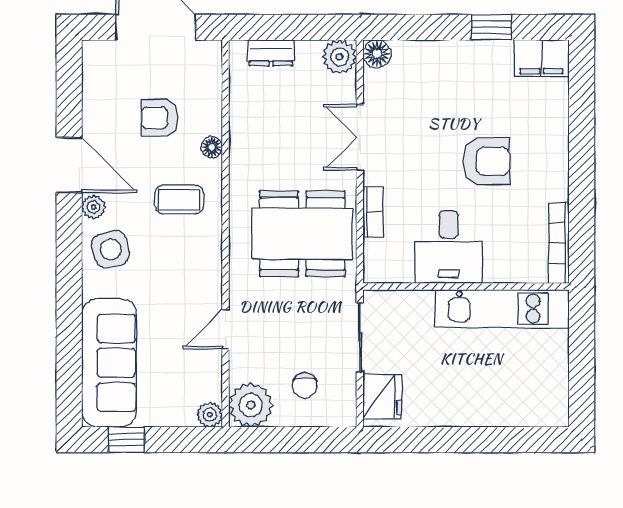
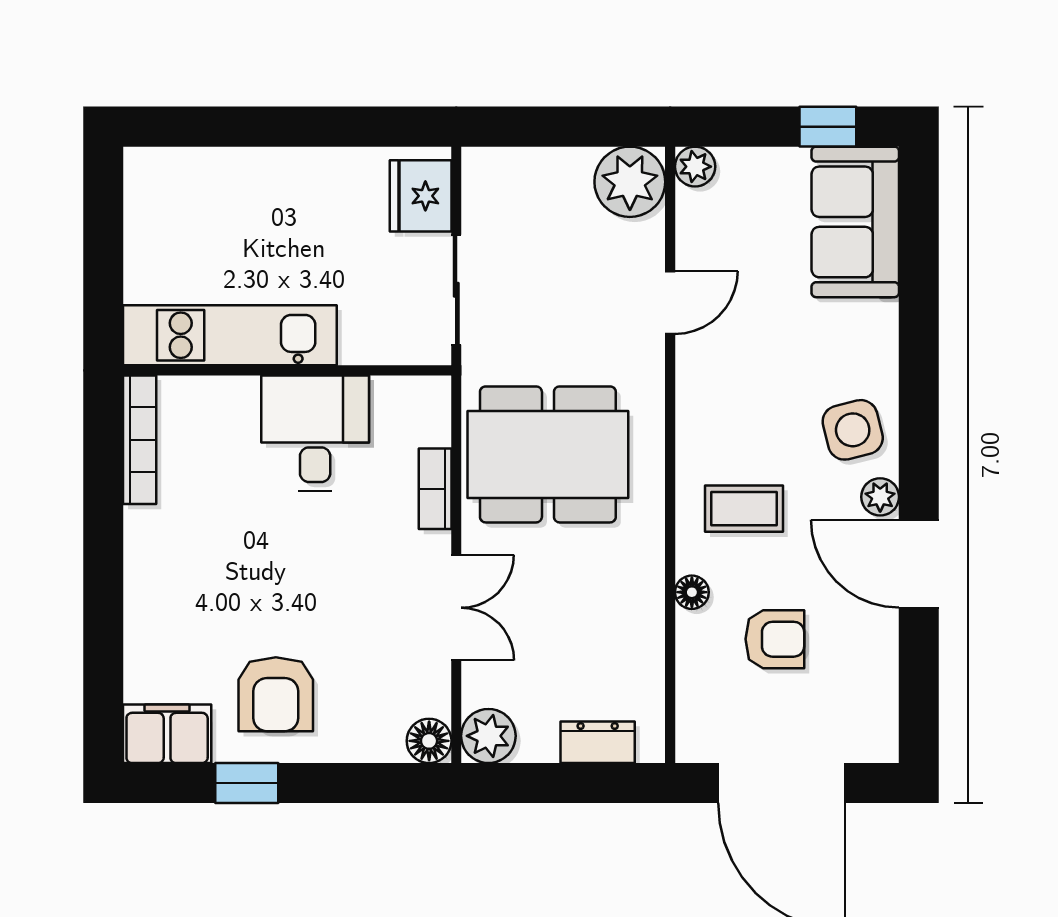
armchair: (486, 161) -> (276, 694), moved, turned -90
sofa: (109, 363) -> (855, 222), width x0.73
chair: (305, 385) -> (544, 213), removed

